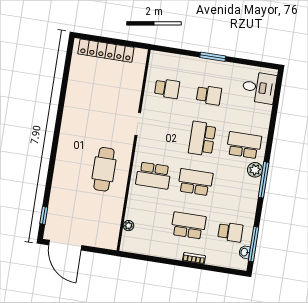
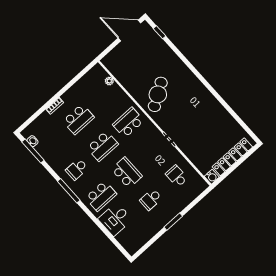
water cooler: (141, 55) -> (212, 177), added
desk: (259, 88) -> (115, 219), moved
school desk: (167, 89) -> (177, 176), turned 90
cafe table: (104, 169) -> (158, 94), turned 58
plant: (255, 170) -> (80, 190), removed
school desk: (230, 232) -> (77, 169), moved

